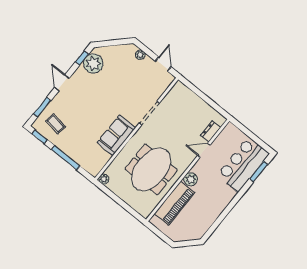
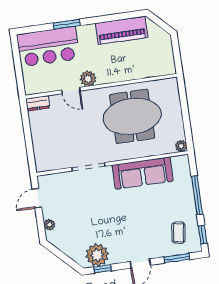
dresser: (211, 131) -> (38, 103), moved
sofa: (116, 135) -> (143, 173), width x1.36
window: (259, 172) -> (67, 24), moved
plant: (191, 179) -> (88, 79), moved
piano: (174, 203) -> (122, 30), moved, turned 180

